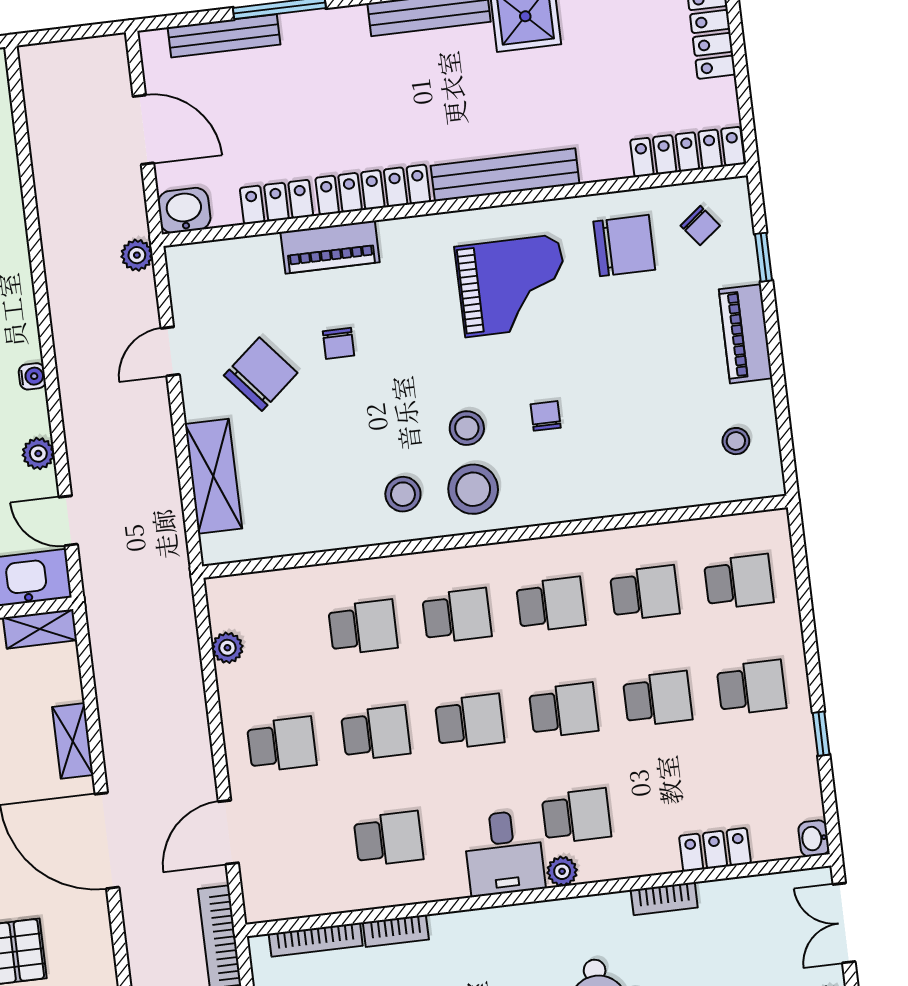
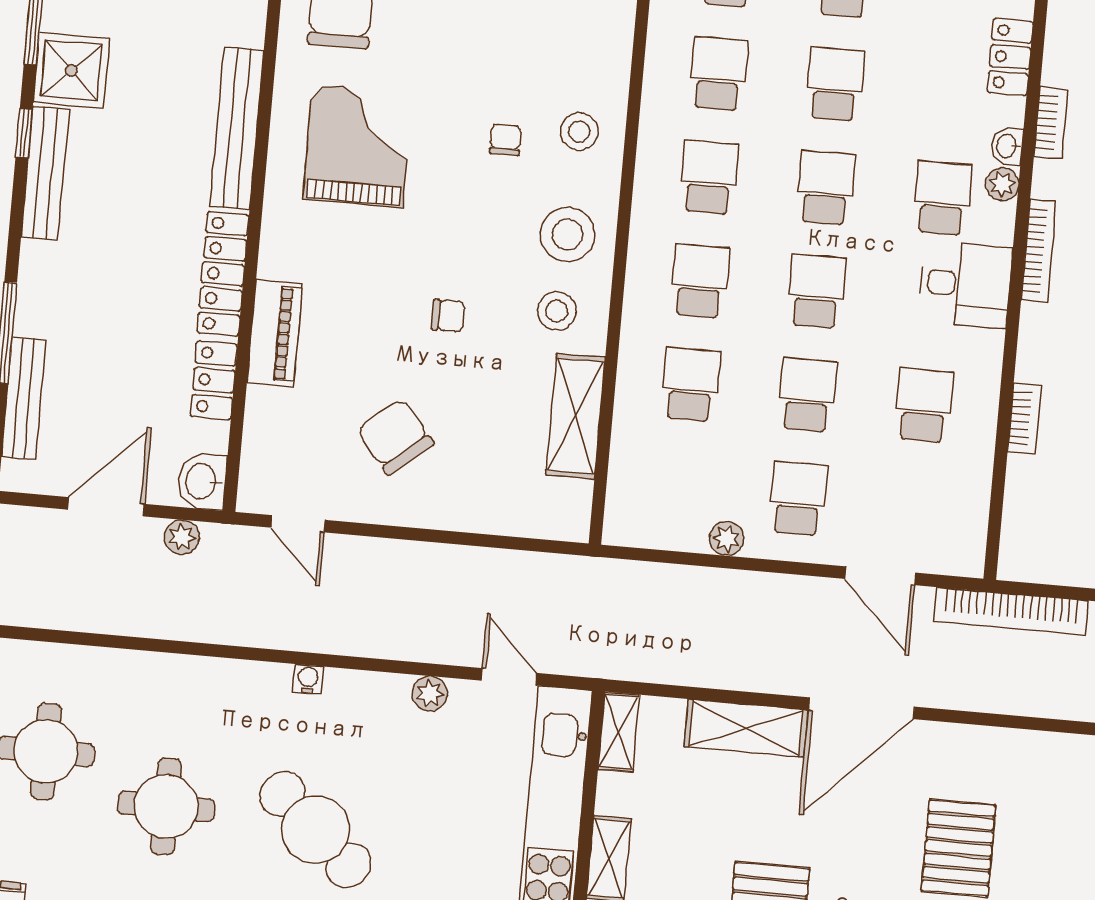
plant: (137, 255) -> (182, 537), moved
chair: (339, 343) -> (448, 316), moved
door: (170, 351) -> (298, 524), moved
water cooler: (32, 376) -> (308, 679), moved
chair: (546, 416) -> (505, 140), turned 90
stool: (467, 428) -> (579, 132), moved
shelving: (213, 476) -> (576, 416), moved, turned 90
door: (68, 521) -> (509, 677), swing flipped
plant: (227, 648) -> (727, 539), moved
shelving: (73, 741) -> (746, 728), width x1.50, depth x1.33
washbasin: (635, 864) -> (1007, 146), added
plant: (562, 871) -> (1002, 184), moved
bookcase: (316, 940) -> (1038, 251), moved

